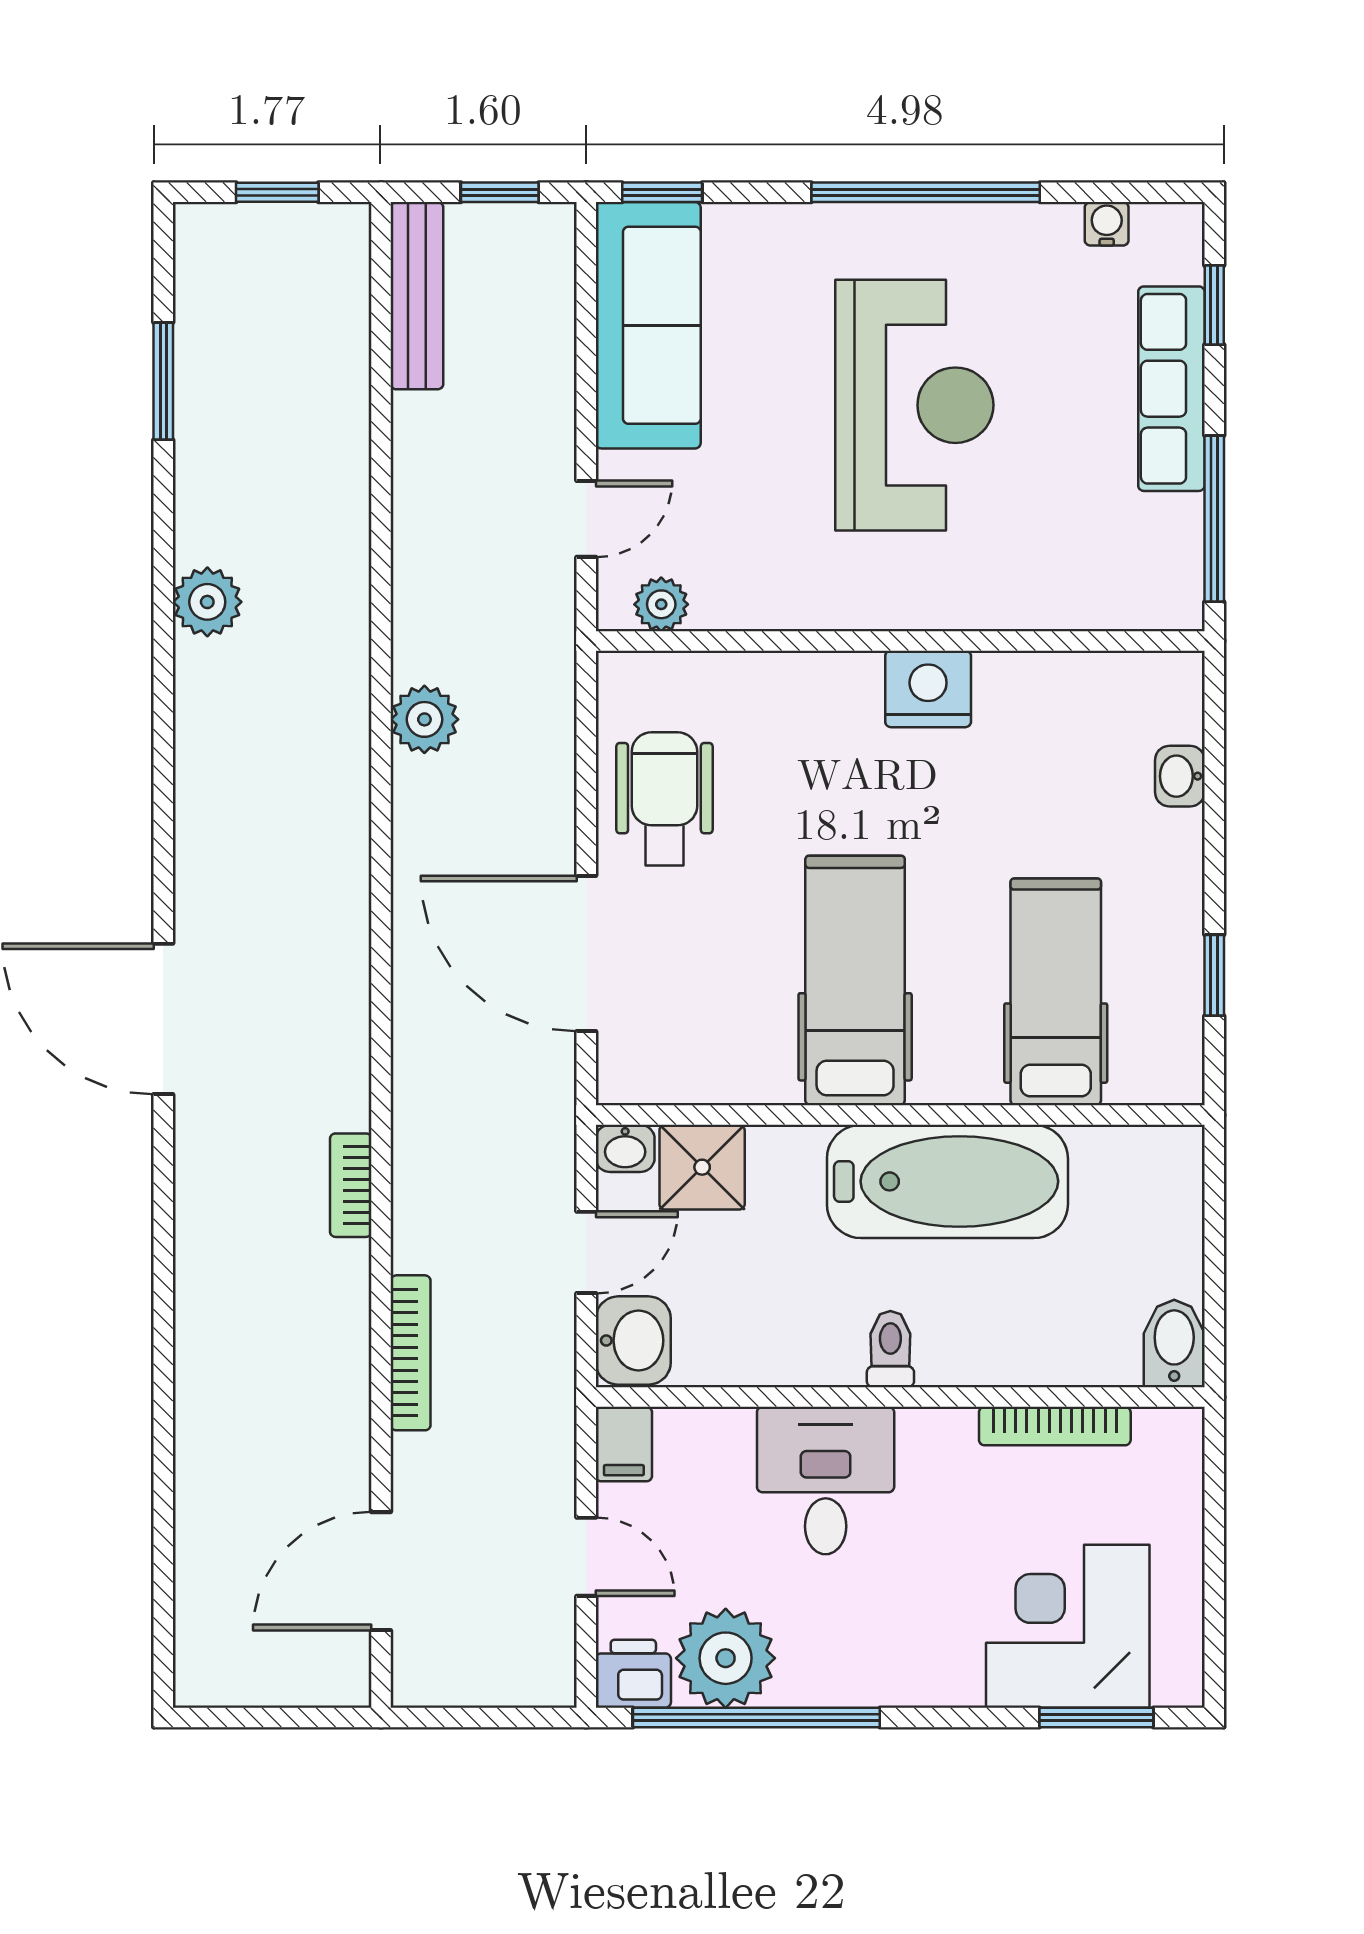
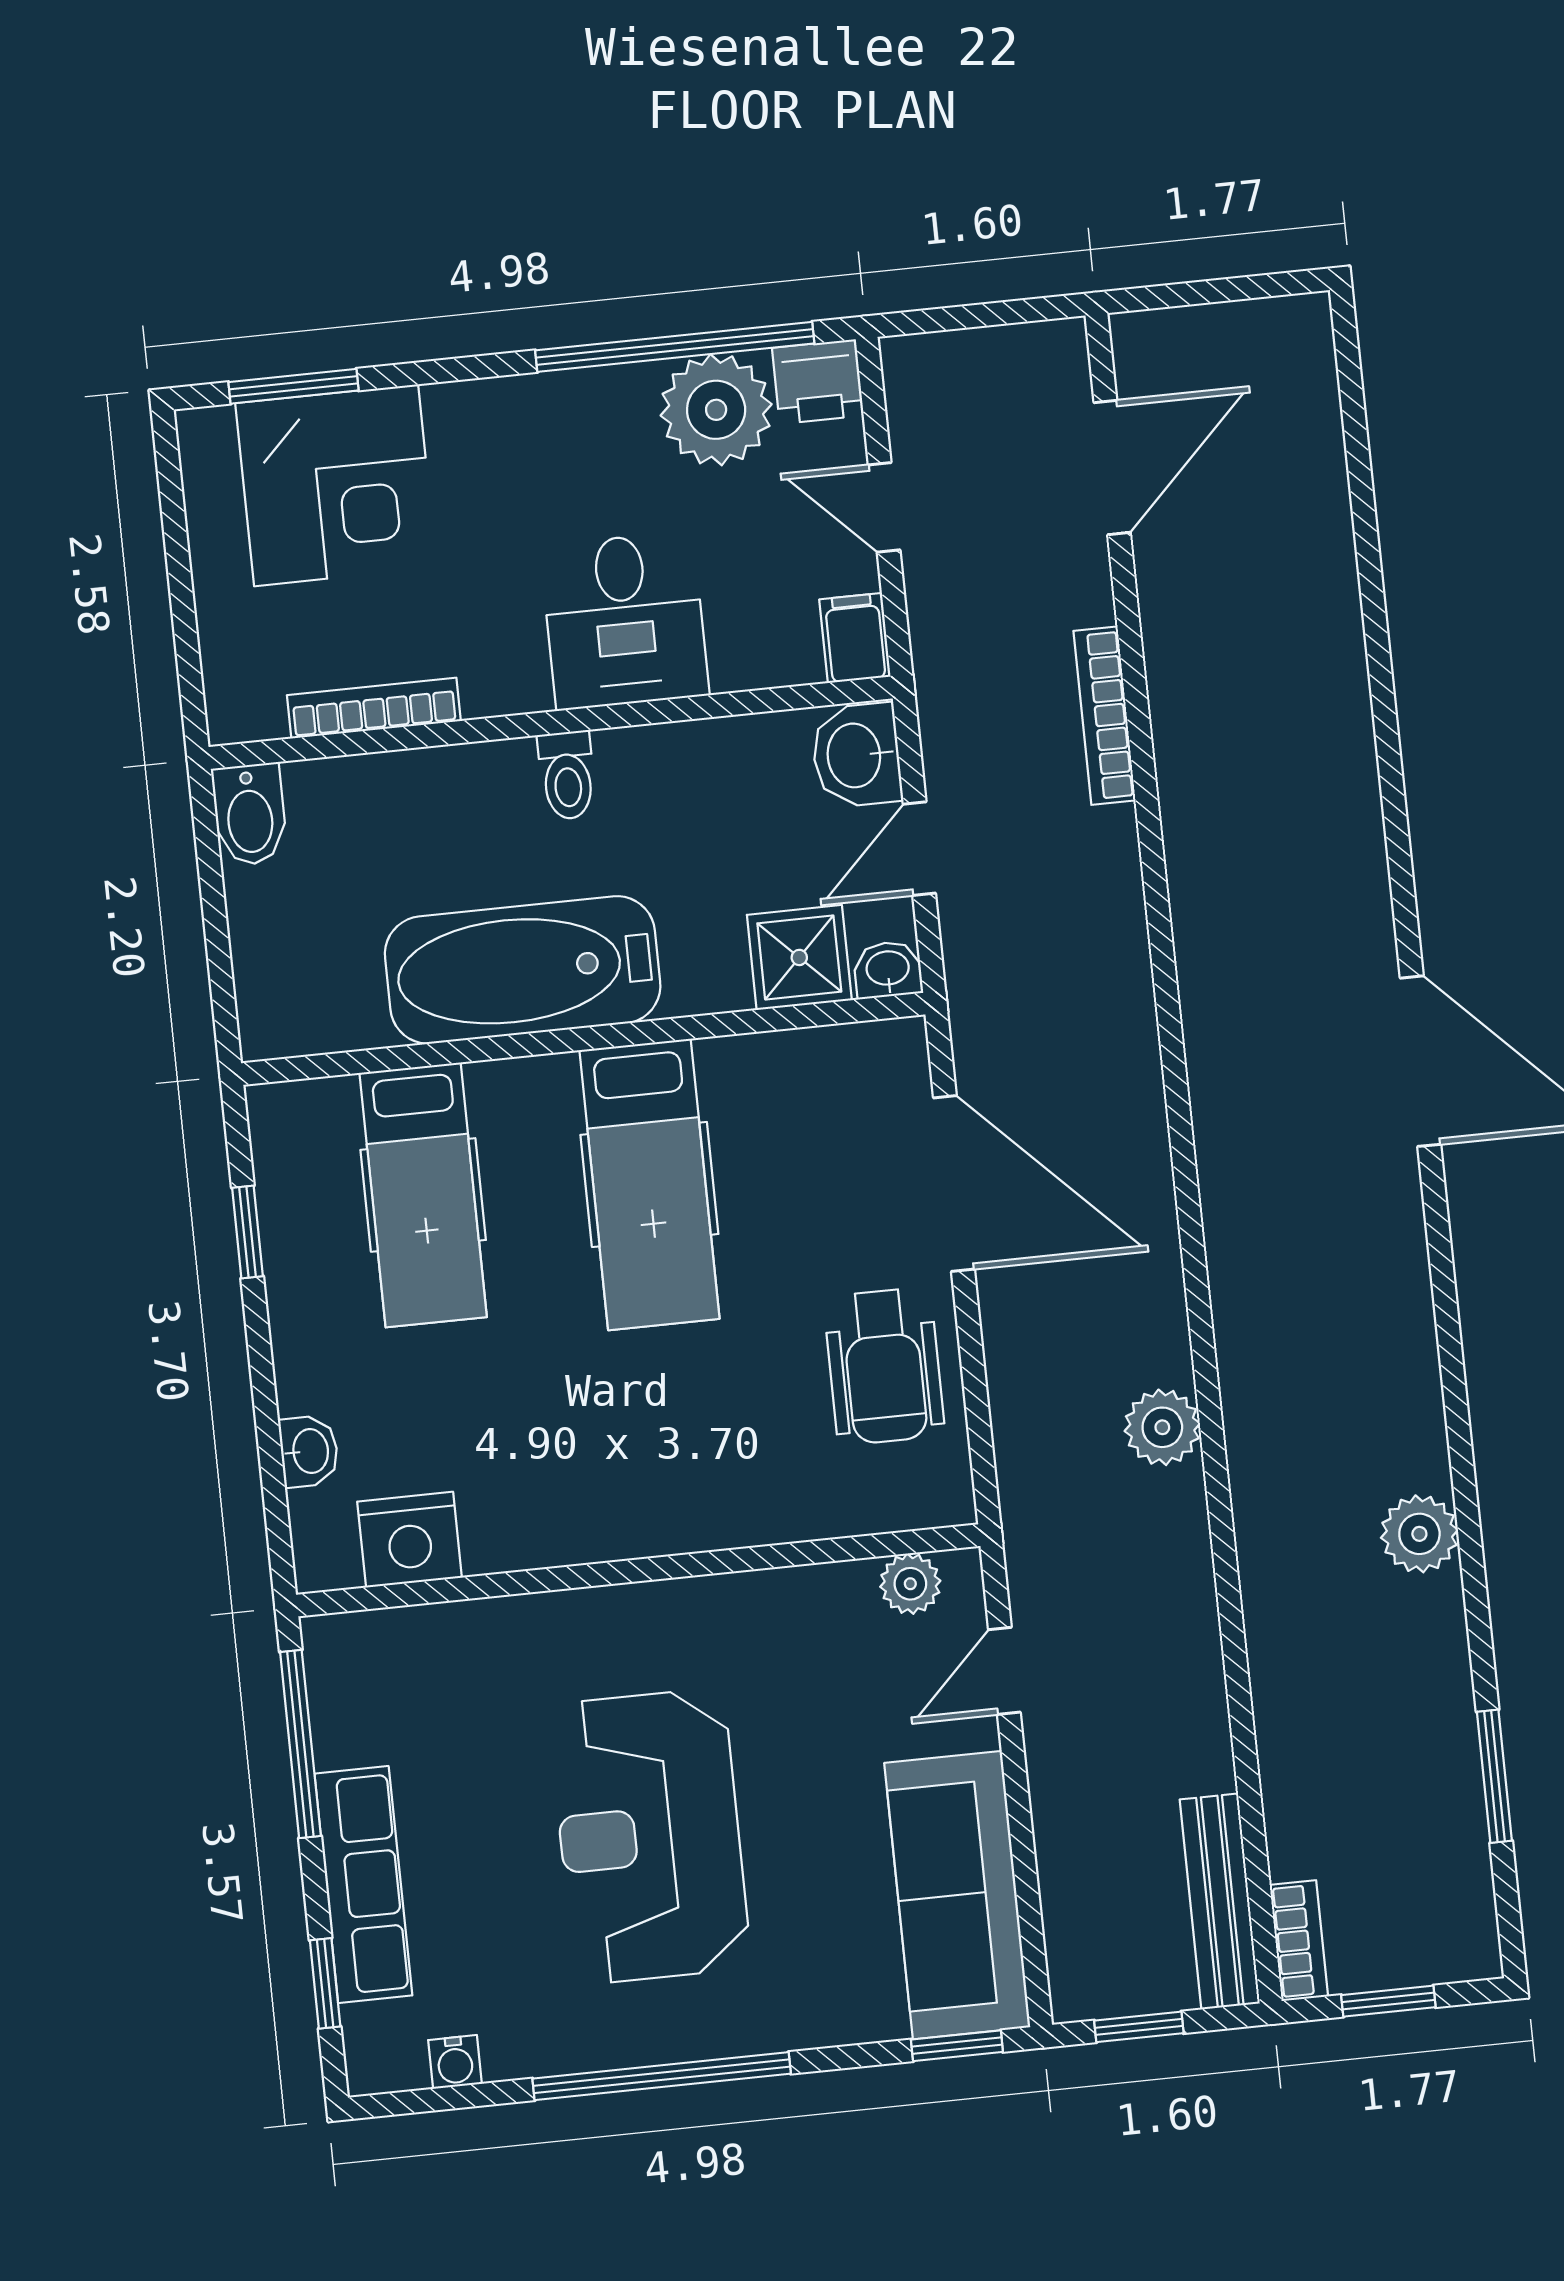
nightstand: (928, 689) -> (410, 1540), moved
bookcase: (351, 1185) -> (1299, 1941), moved

